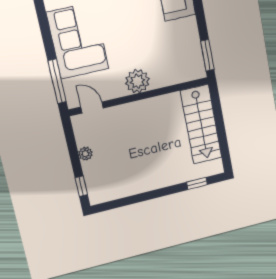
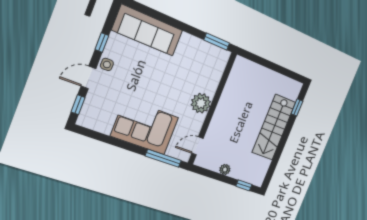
stairs: (201, 124) -> (274, 127), moved, turned 90

